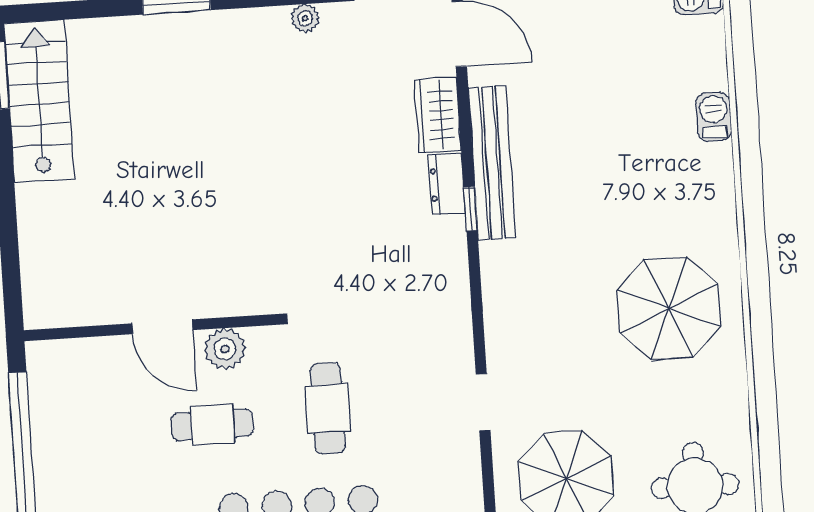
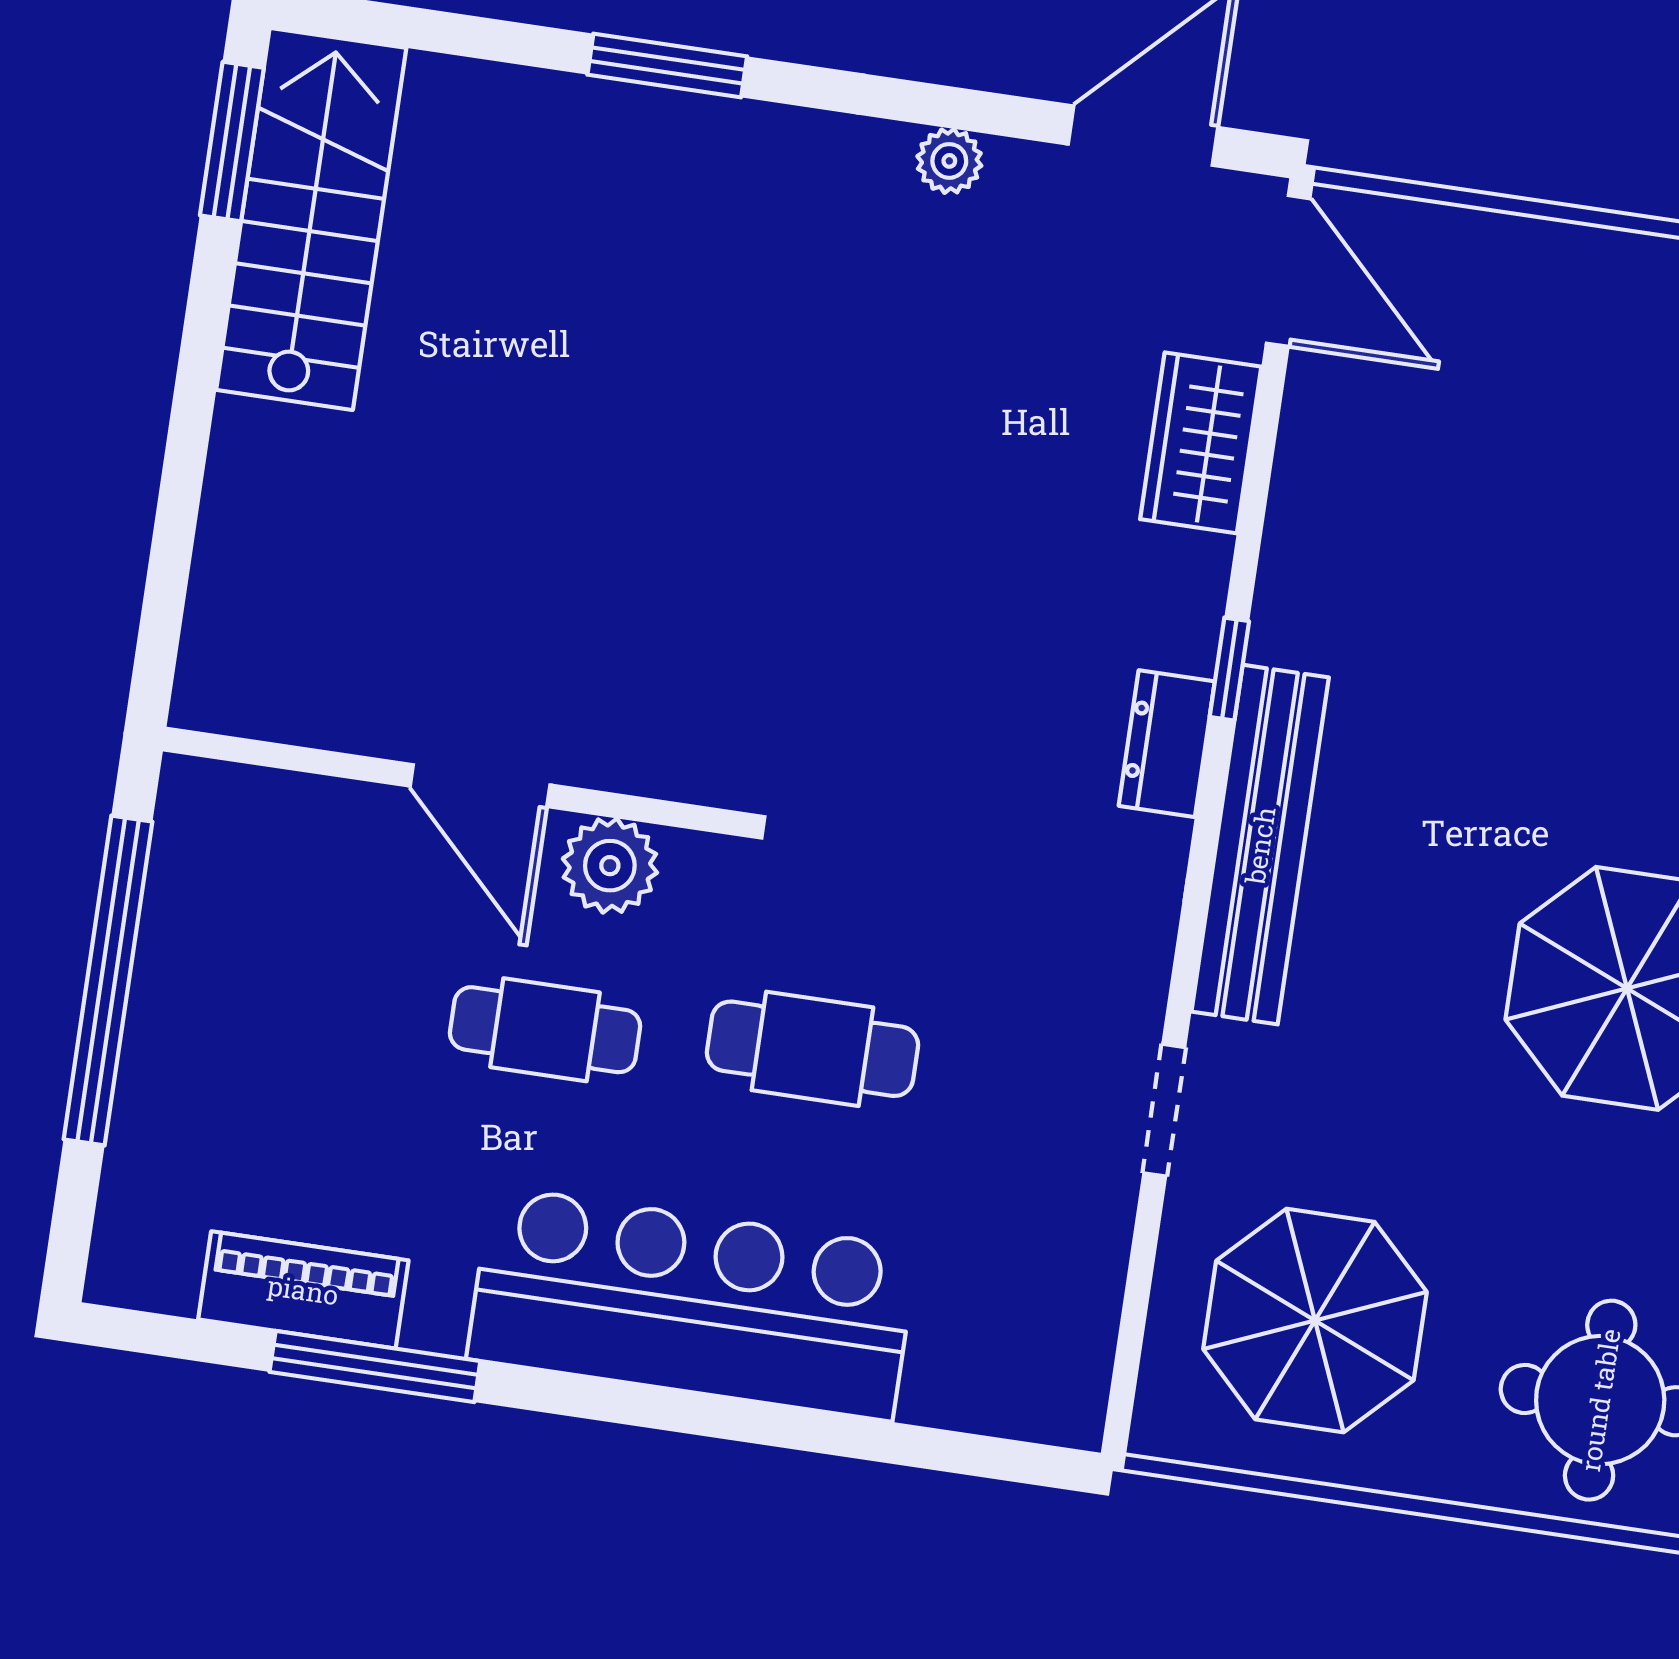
bench: (492, 163) -> (1260, 845), moved
dresser: (447, 184) -> (1167, 744), moved
cafe table: (328, 408) -> (812, 1049), turned 90

